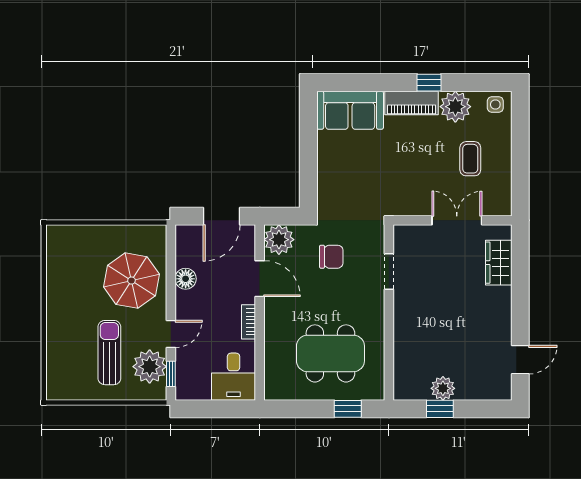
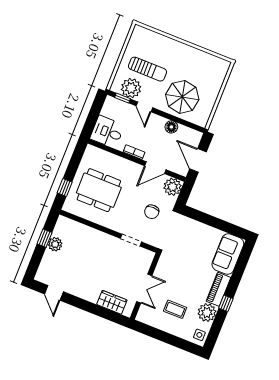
dining table: (330, 353) -> (99, 190), turned 90

